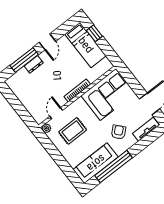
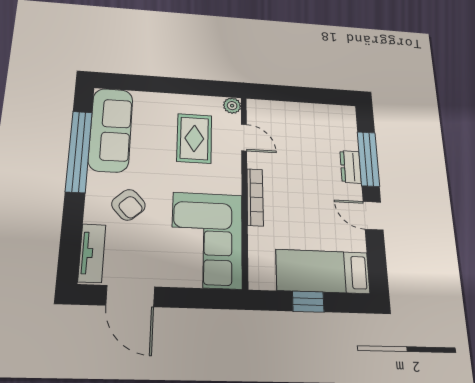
window: (94, 33) -> (308, 302), moved

